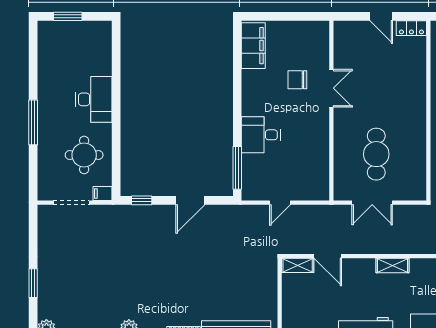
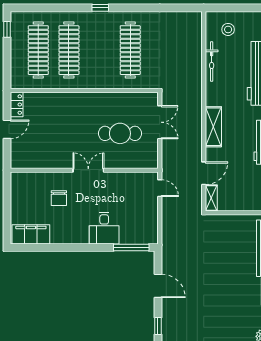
double door: (331, 88) -> (88, 170), moved
door: (280, 203) -> (160, 188), moved
double door: (372, 203) -> (160, 122), moved
shelving: (393, 265) -> (213, 127), width x1.50, depth x1.33

